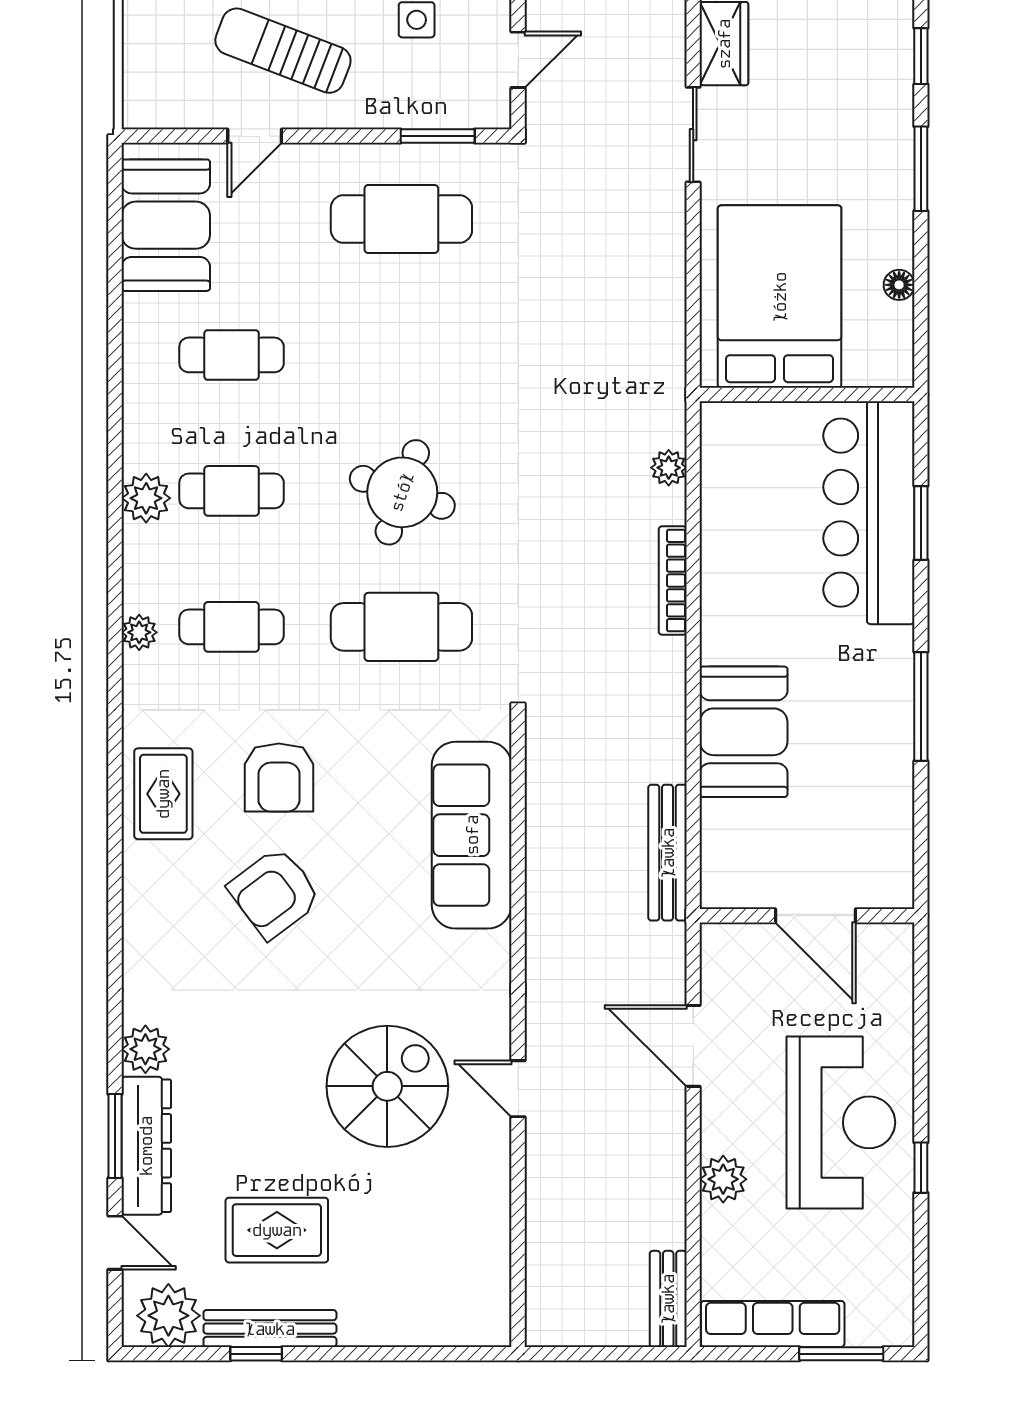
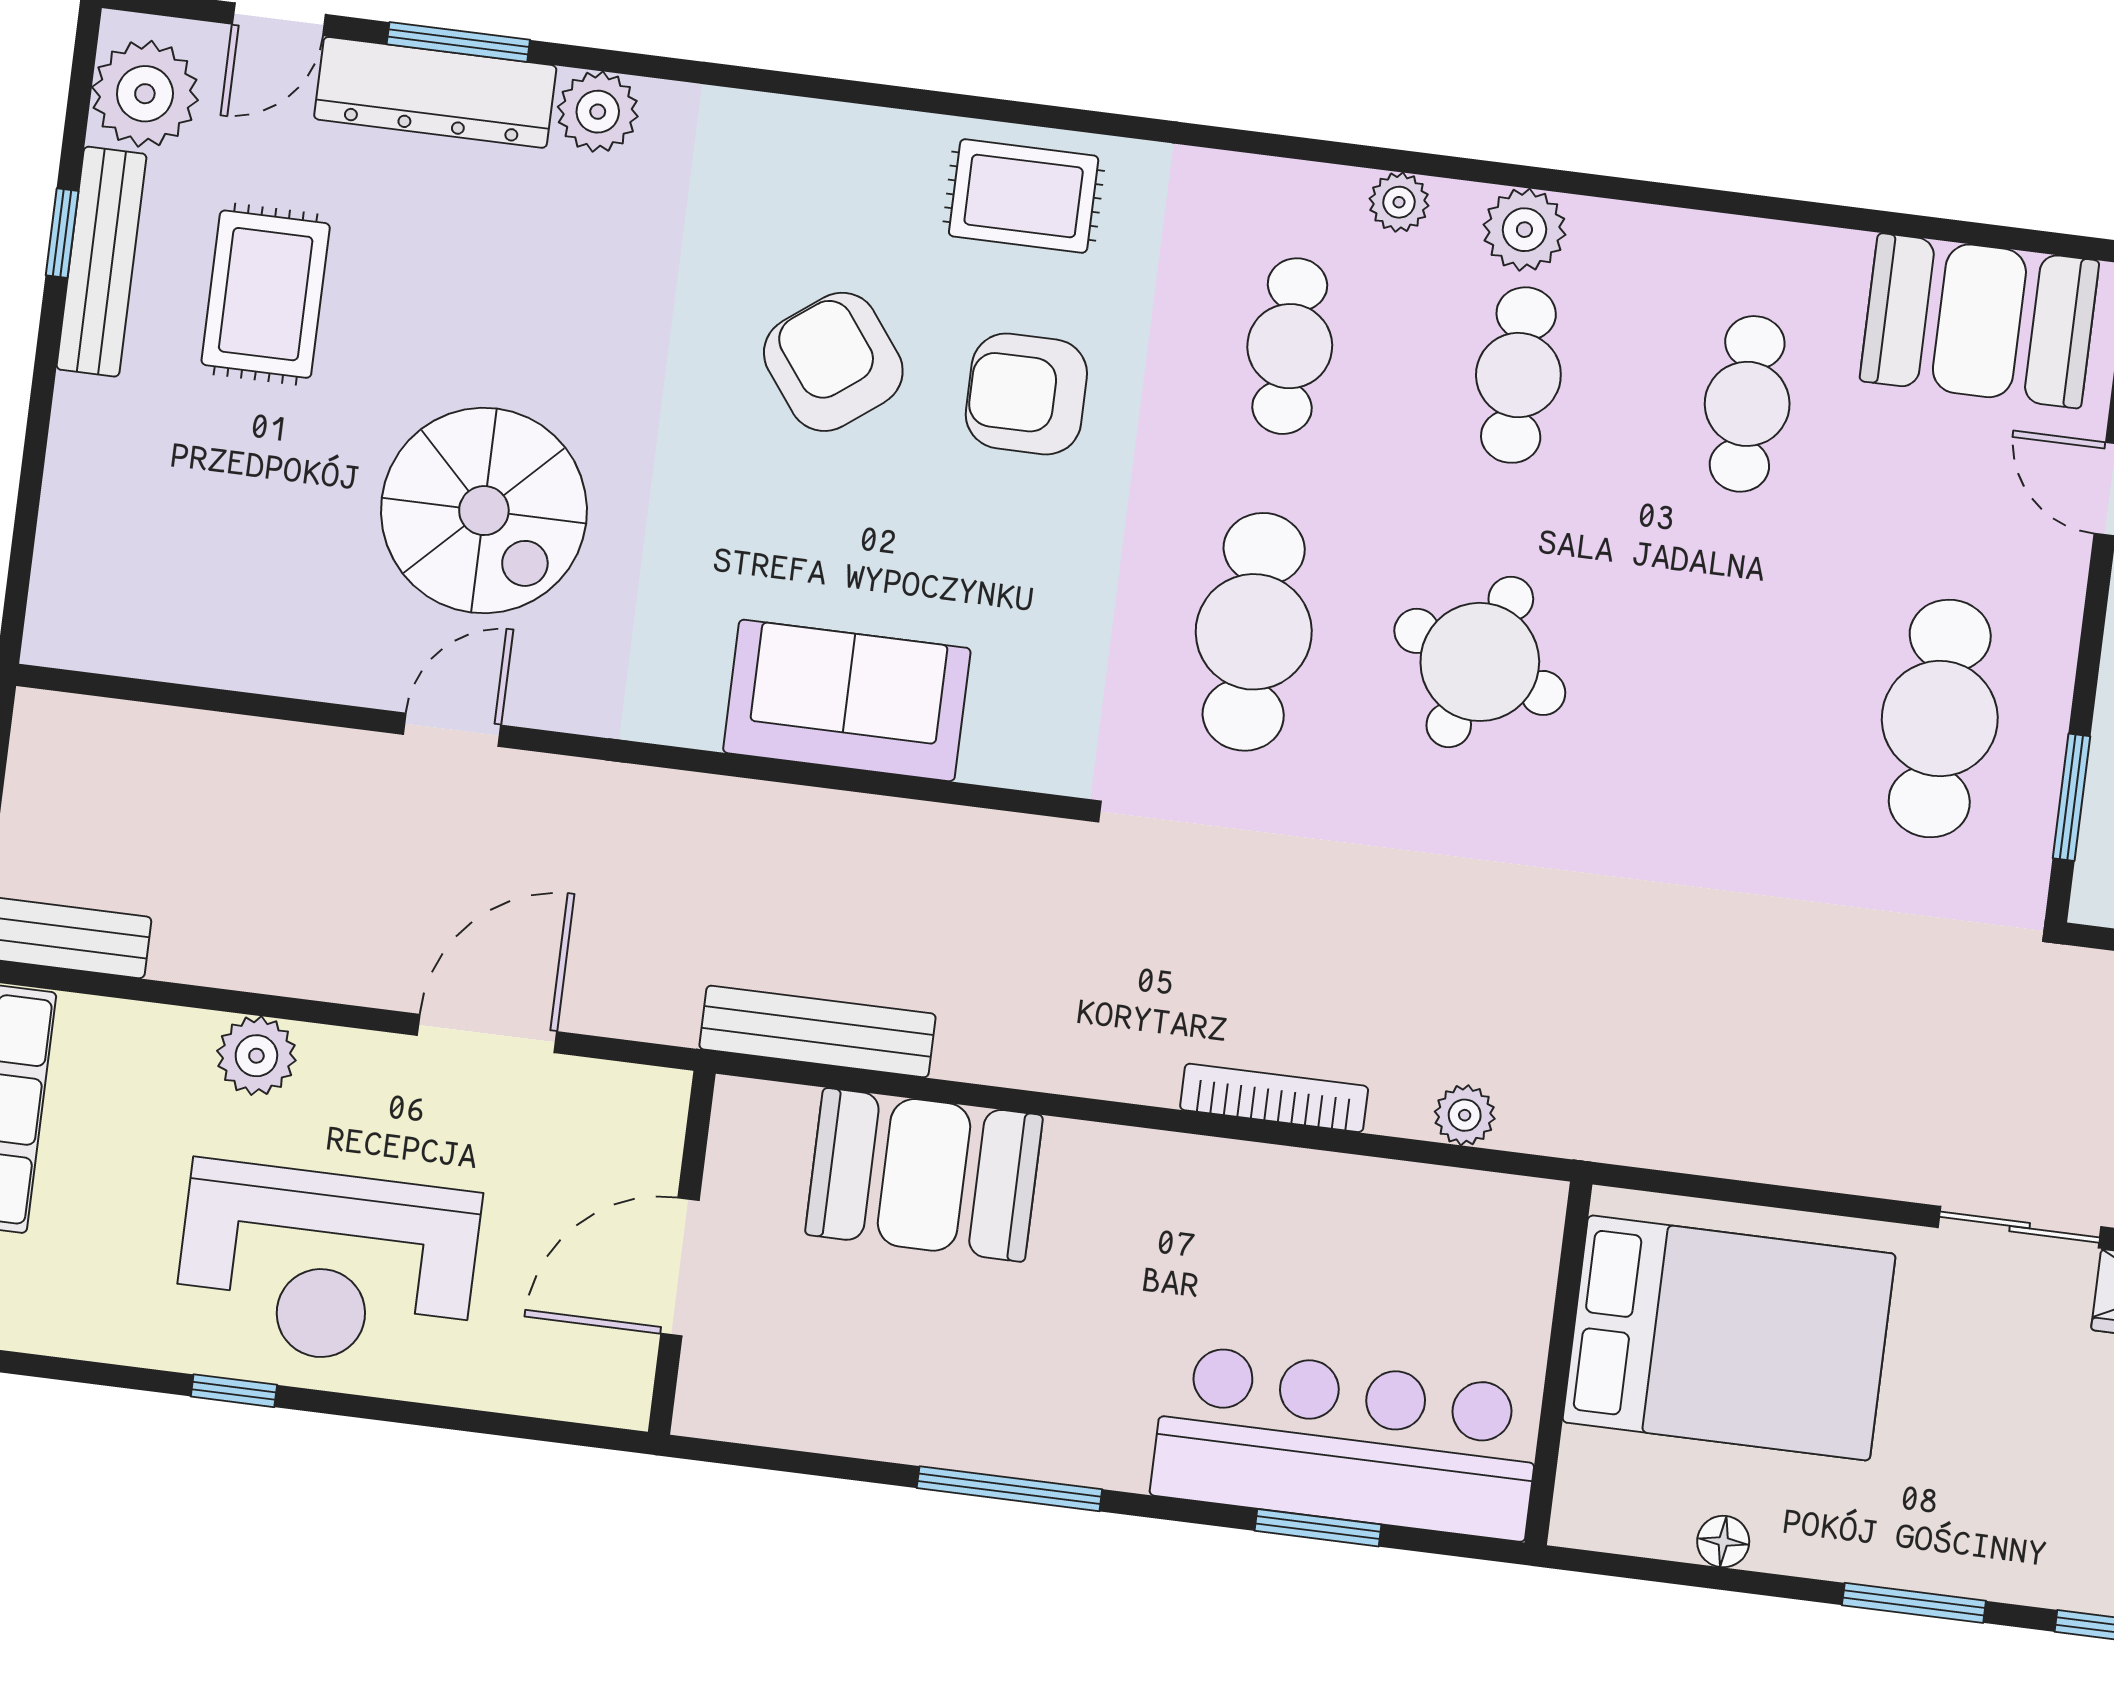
plant: (139, 632) -> (1399, 202), moved
booth: (744, 732) -> (924, 1175), moved
sofa: (472, 835) -> (847, 700), width x0.73

